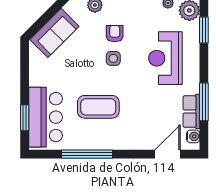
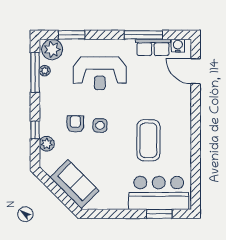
armchair: (115, 34) -> (75, 124), turned 90
window: (87, 154) -> (196, 152), removed

